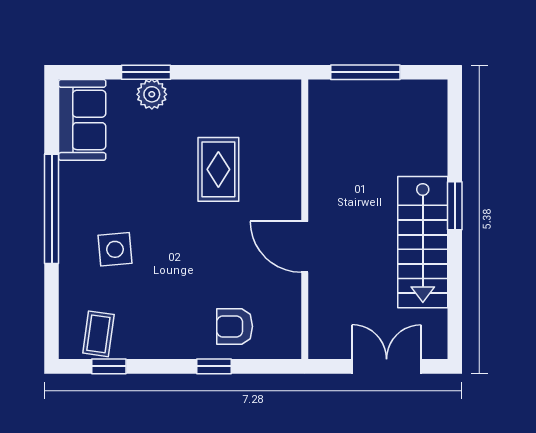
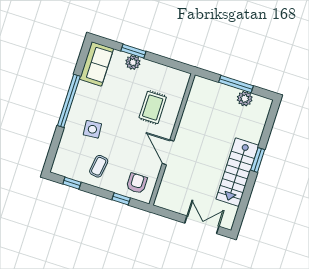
plant: (391, 95) -> (245, 99), added
wall: (305, 219) -> (172, 139), moved
door: (305, 247) -> (168, 152), moved
armchair: (235, 326) -> (137, 183), turned 90
coffee table: (98, 334) -> (99, 166), moved

